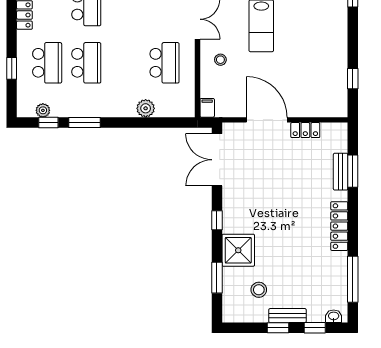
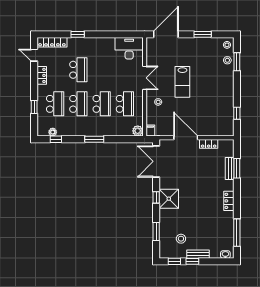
school desk: (125, 63) -> (102, 104), added
plant: (146, 108) -> (138, 131), moved
window: (84, 122) -> (94, 139), moved
locker: (339, 226) -> (229, 201), width x0.66
shower: (238, 250) -> (169, 199), moved
window: (315, 328) -> (174, 261), moved

